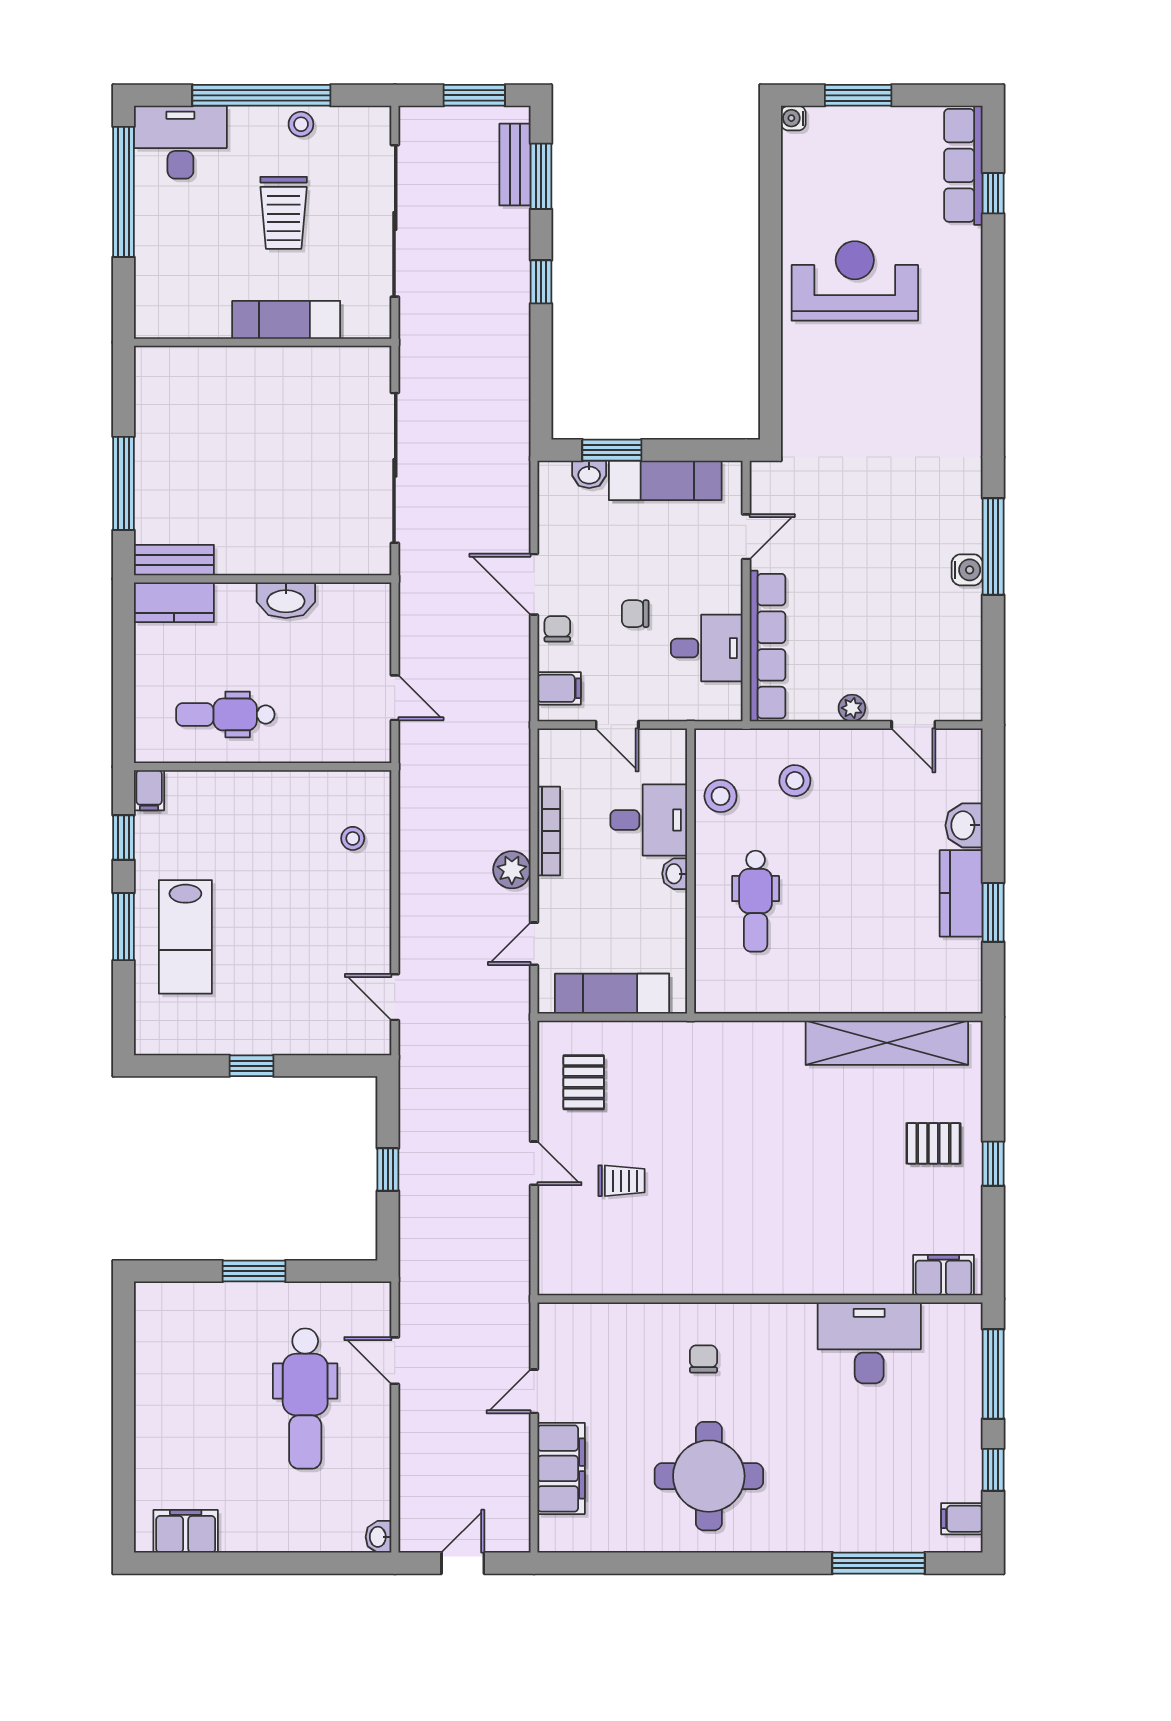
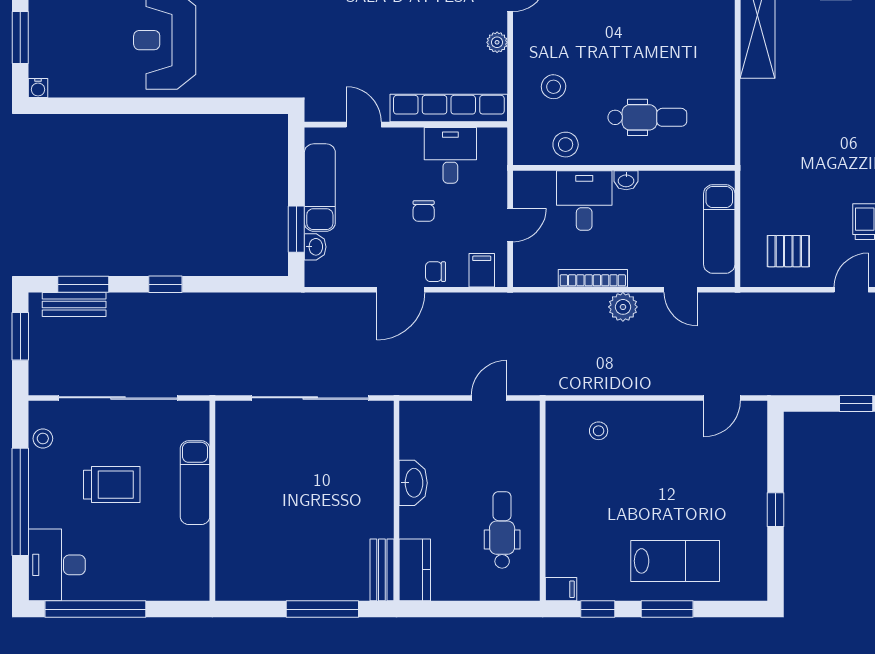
stool: (301, 124) -> (43, 439), moved
dental chair: (225, 714) -> (502, 530), turned 180

